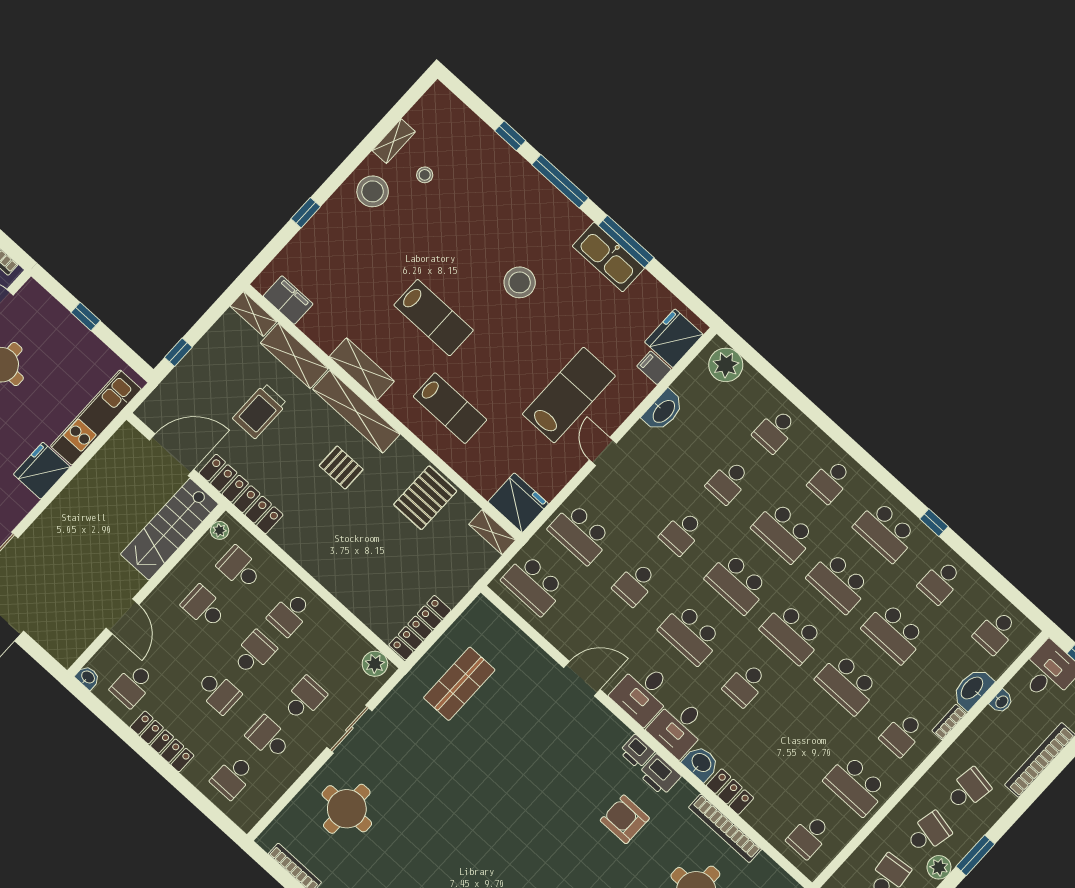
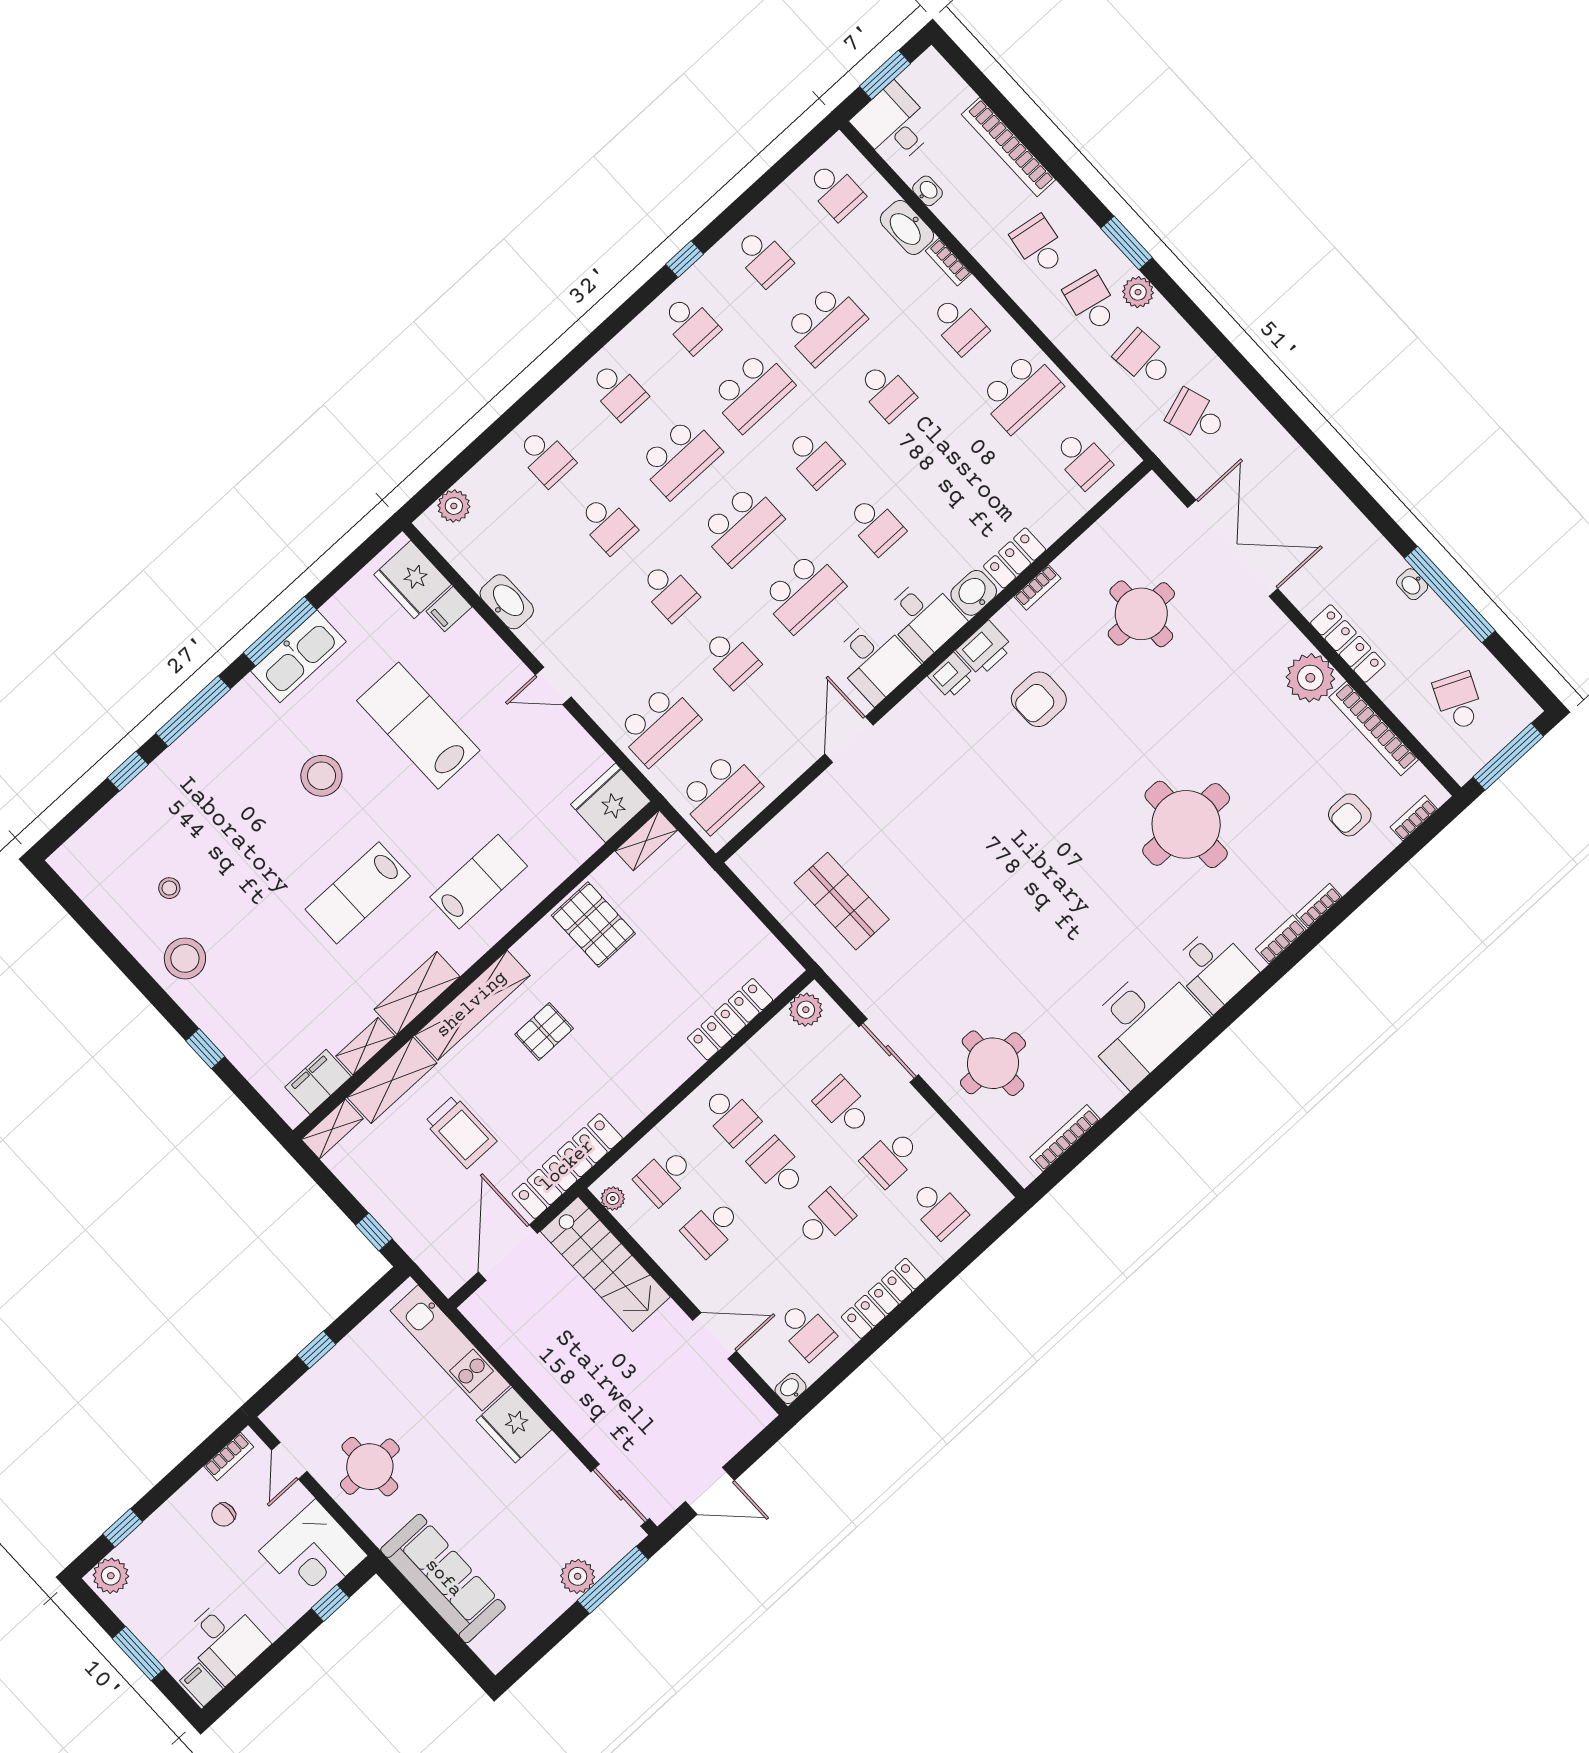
shelving: (394, 141) -> (366, 1046), moved, turned 90
lab bench: (434, 318) -> (358, 893), turned 180
plant: (726, 365) -> (454, 506), width x0.73, depth x0.73
lab bench: (569, 395) -> (418, 726), moved
school desk: (885, 531) -> (690, 324), width x0.54
locker: (420, 628) -> (730, 1019), moved, turned 90
school desk: (792, 633) -> (814, 458), width x0.54
school desk: (847, 684) -> (886, 392), width x0.54
bookcase: (725, 828) -> (1037, 587), width x0.43, depth x0.76

